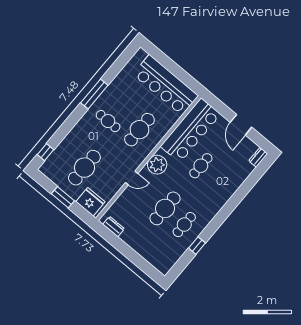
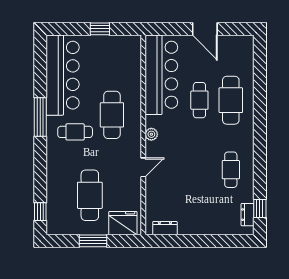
window: (176, 71) -> (100, 29), added
bar counter: (166, 85) -> (63, 75), moved, turned -90
dresser: (258, 157) -> (248, 215), moved
plant: (157, 165) -> (151, 134), width x0.53, depth x0.53
cafe table: (165, 208) -> (231, 100), moved
window: (197, 246) -> (260, 209), moved

